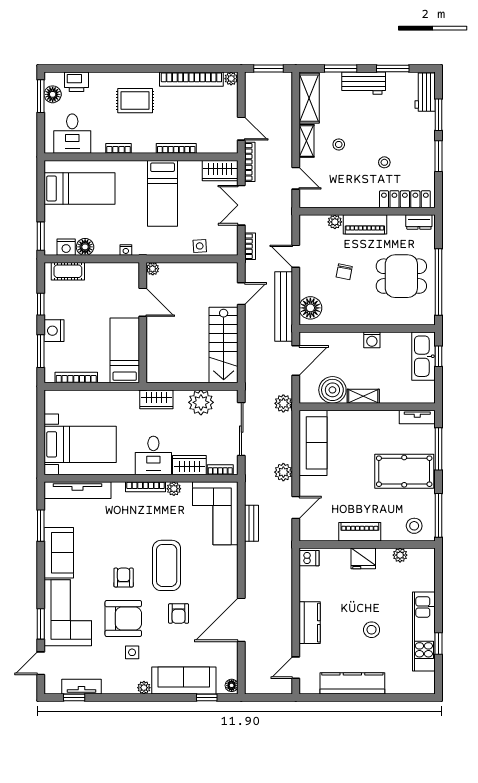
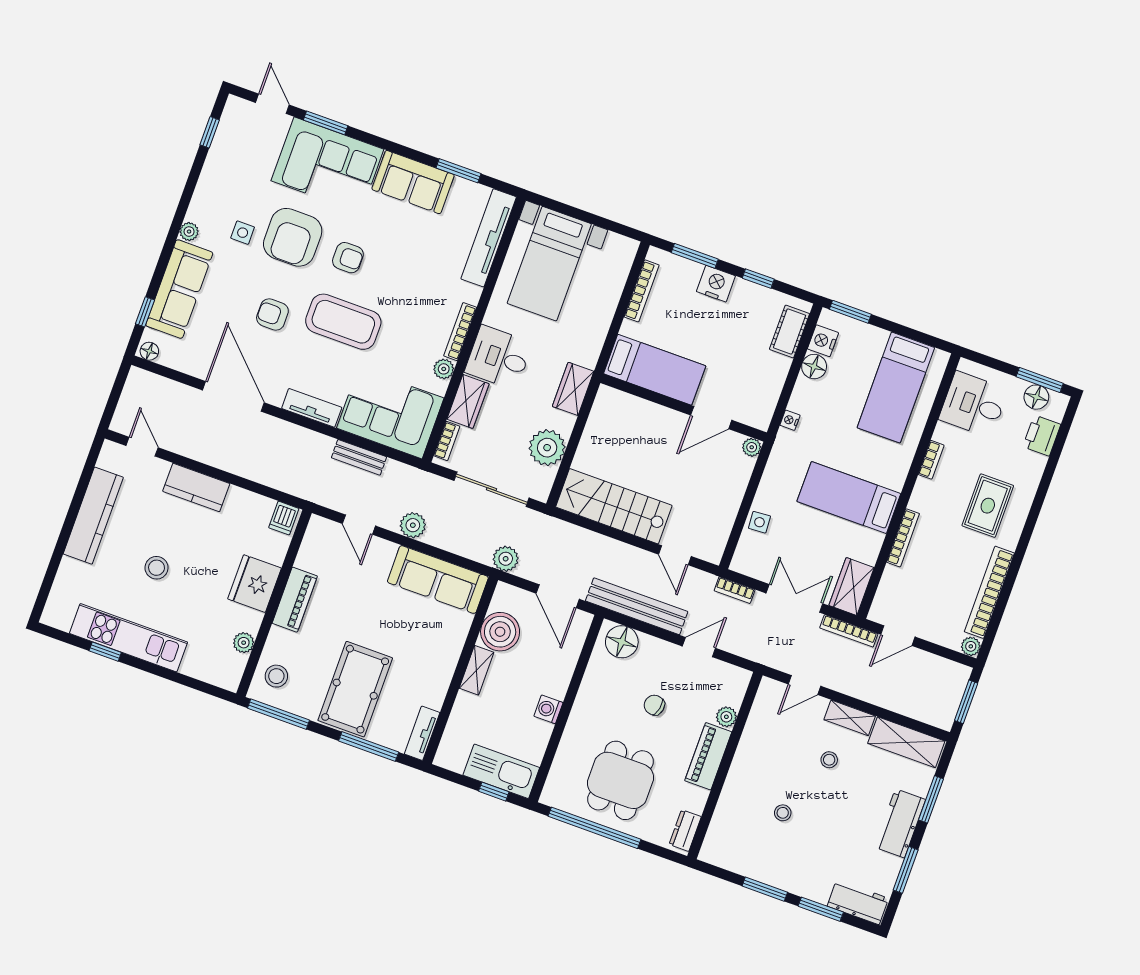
locker: (405, 199) -> (723, 823), removed
fridge: (363, 558) -> (255, 584), width x1.36, depth x1.34
tv unit: (81, 687) -> (312, 408), moved, turned -90

